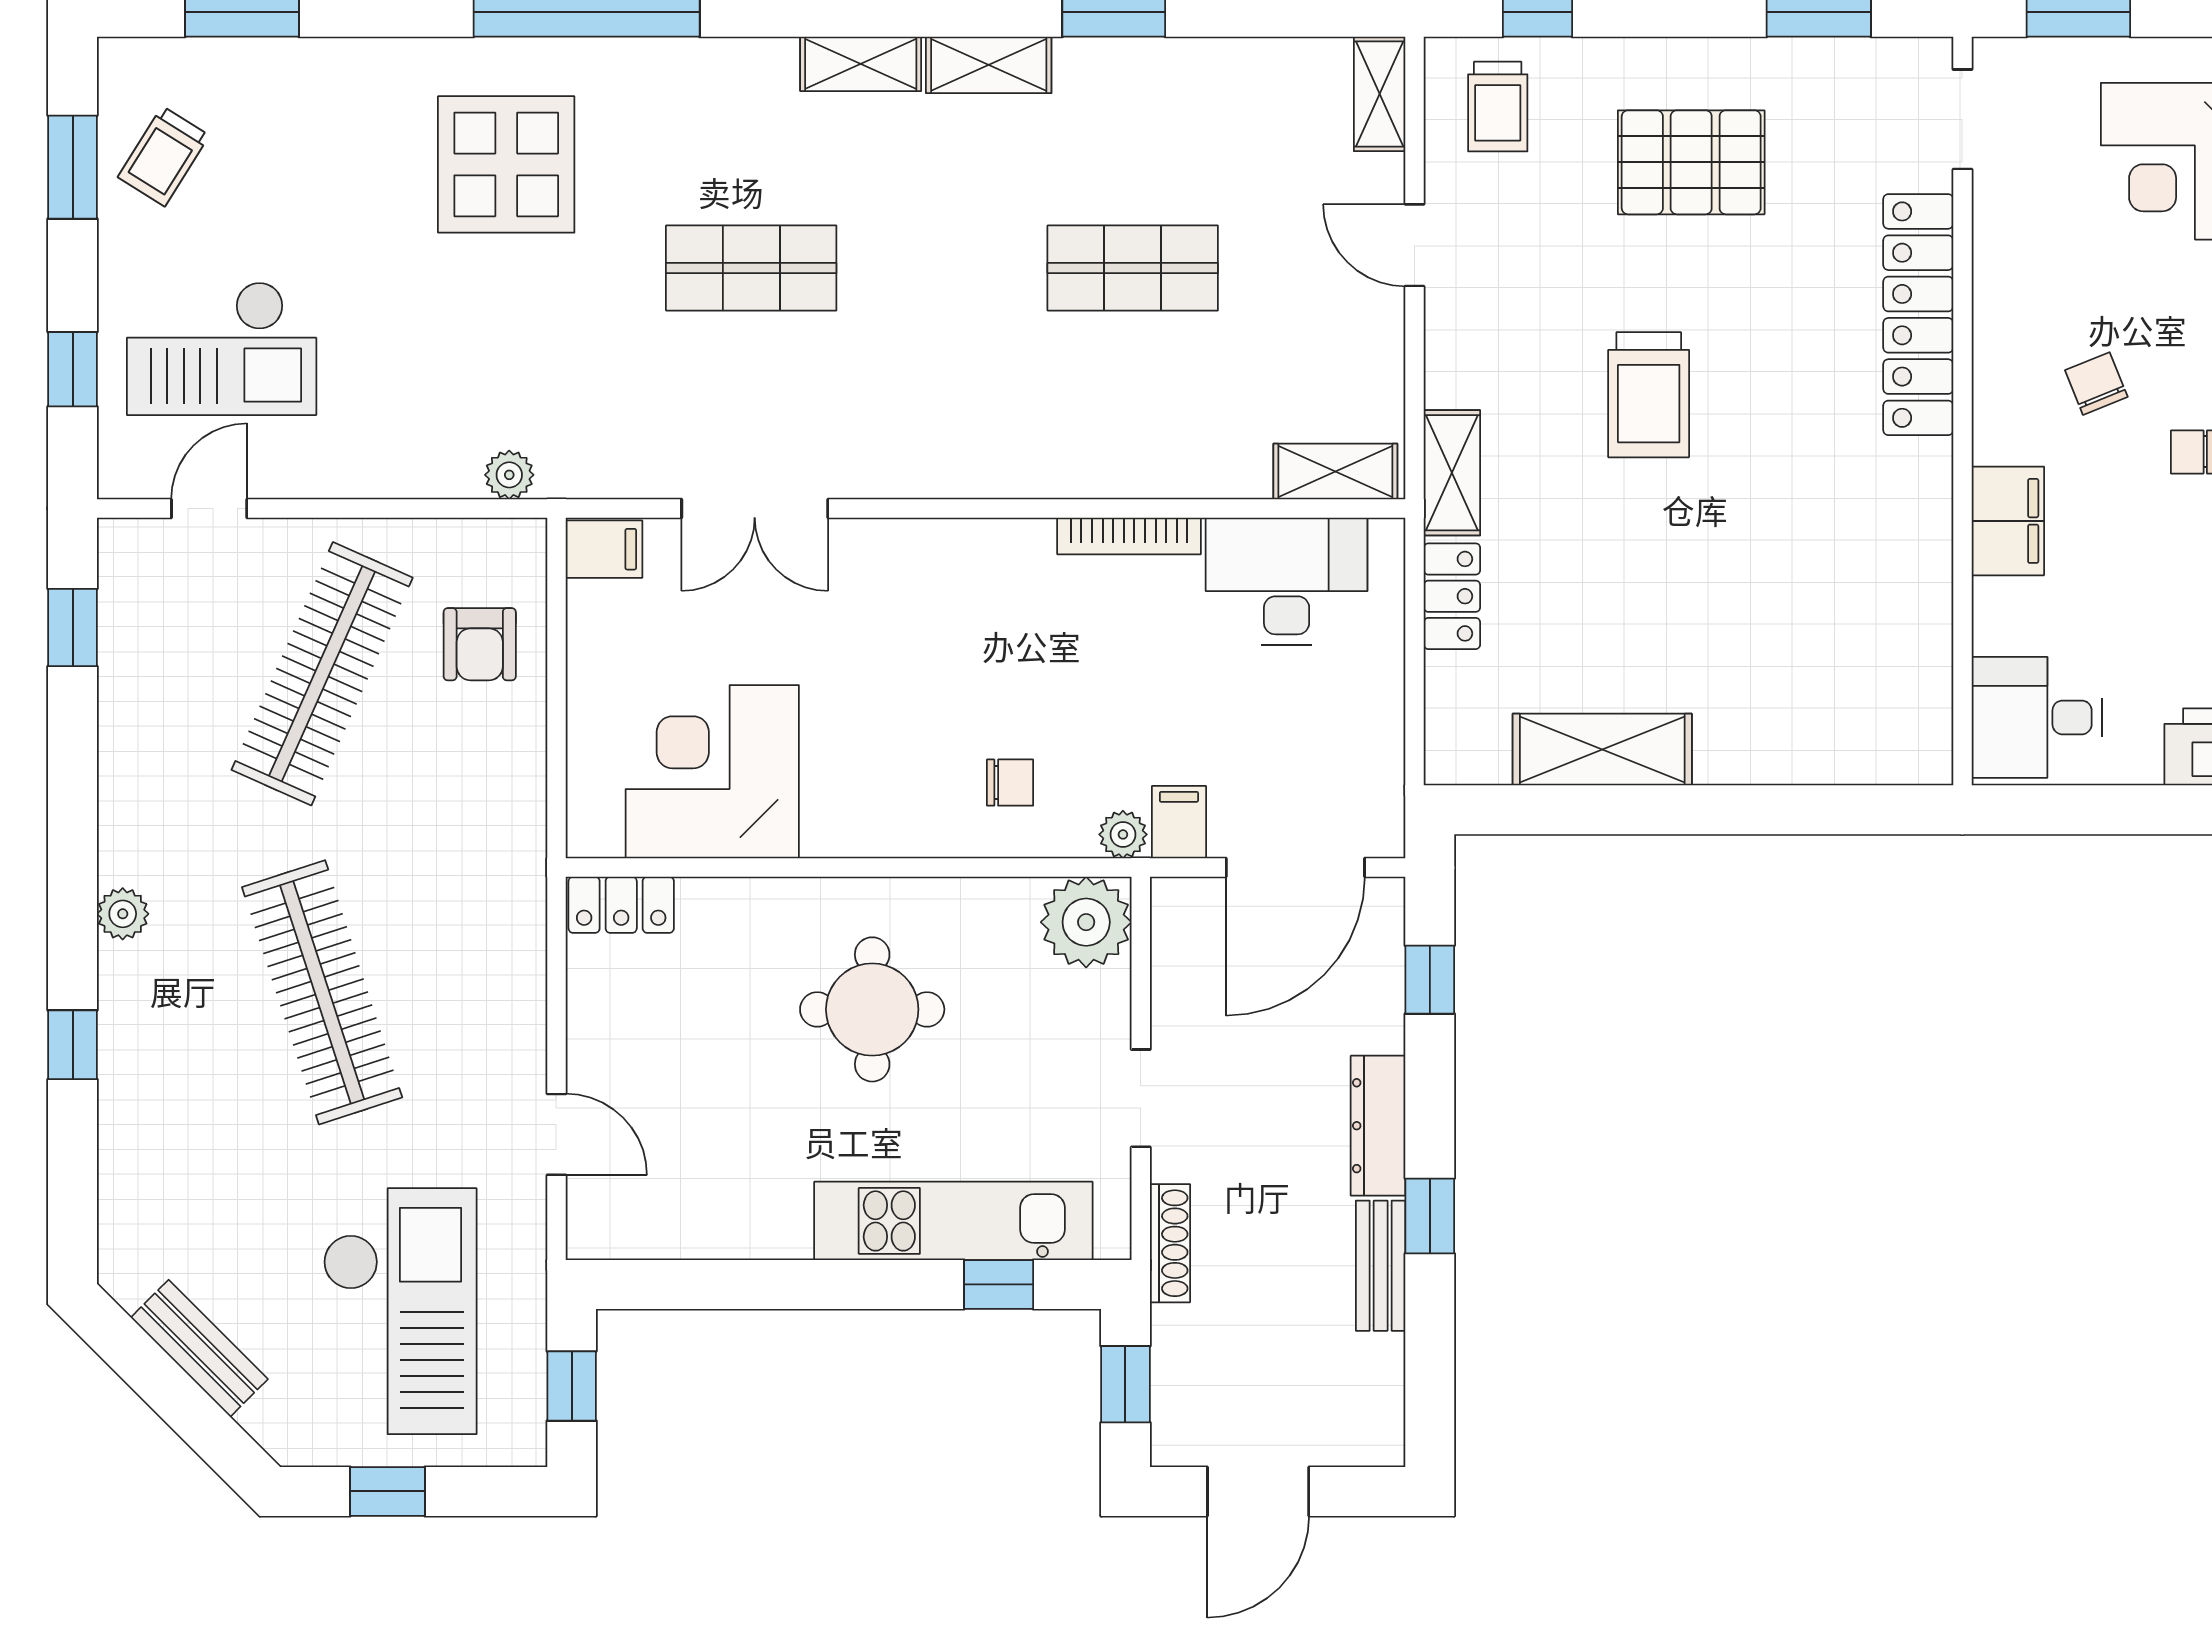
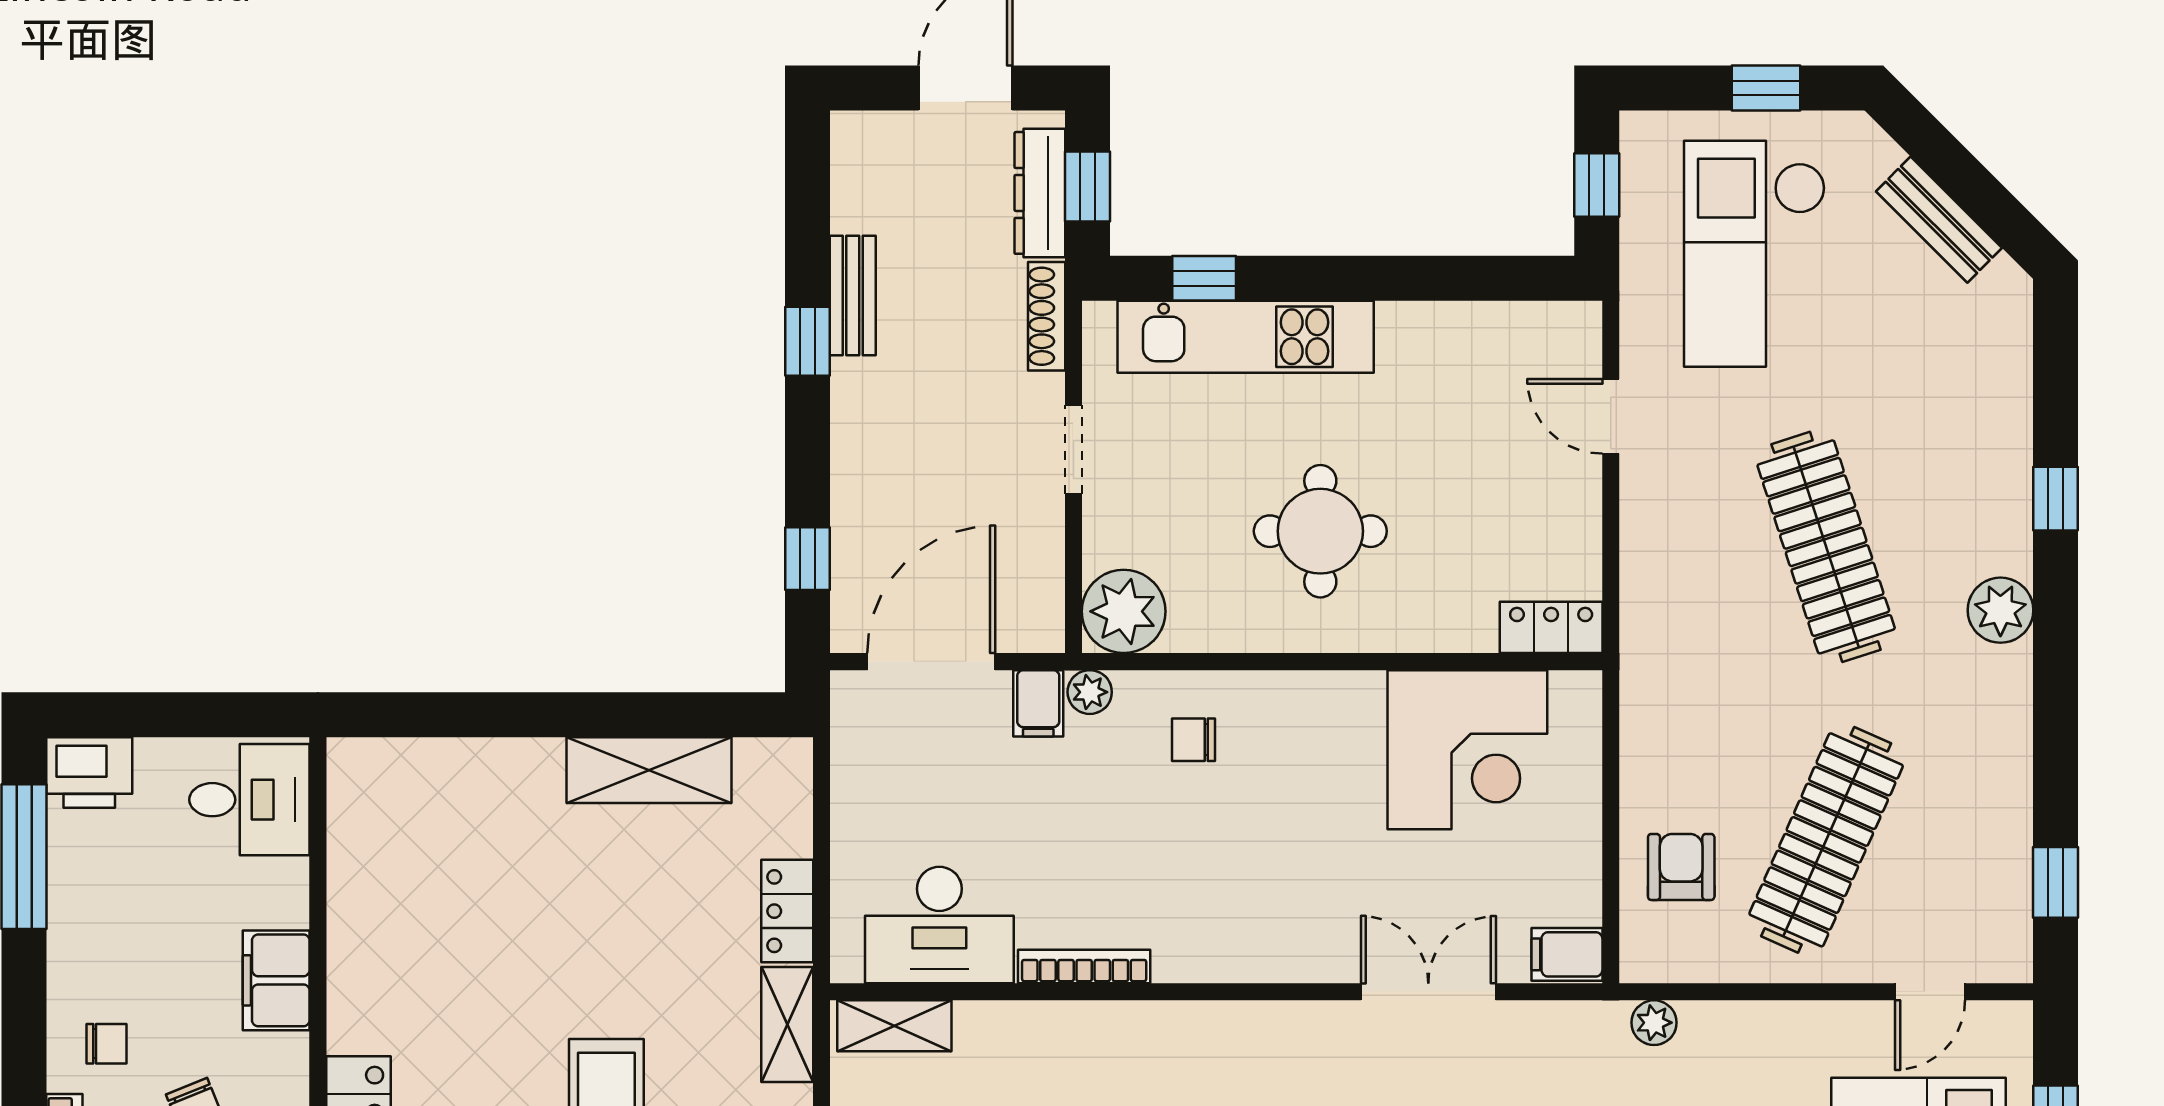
plant: (123, 914) -> (2000, 610), width x1.38, depth x1.38
dresser: (1378, 1126) -> (1040, 193), moved, turned 180

